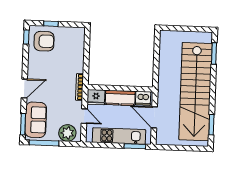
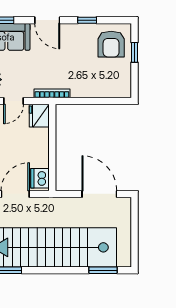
window: (26, 37) -> (87, 20), moved
door: (157, 54) -> (99, 194), added
kitchen counter: (120, 98) -> (39, 148), removed

